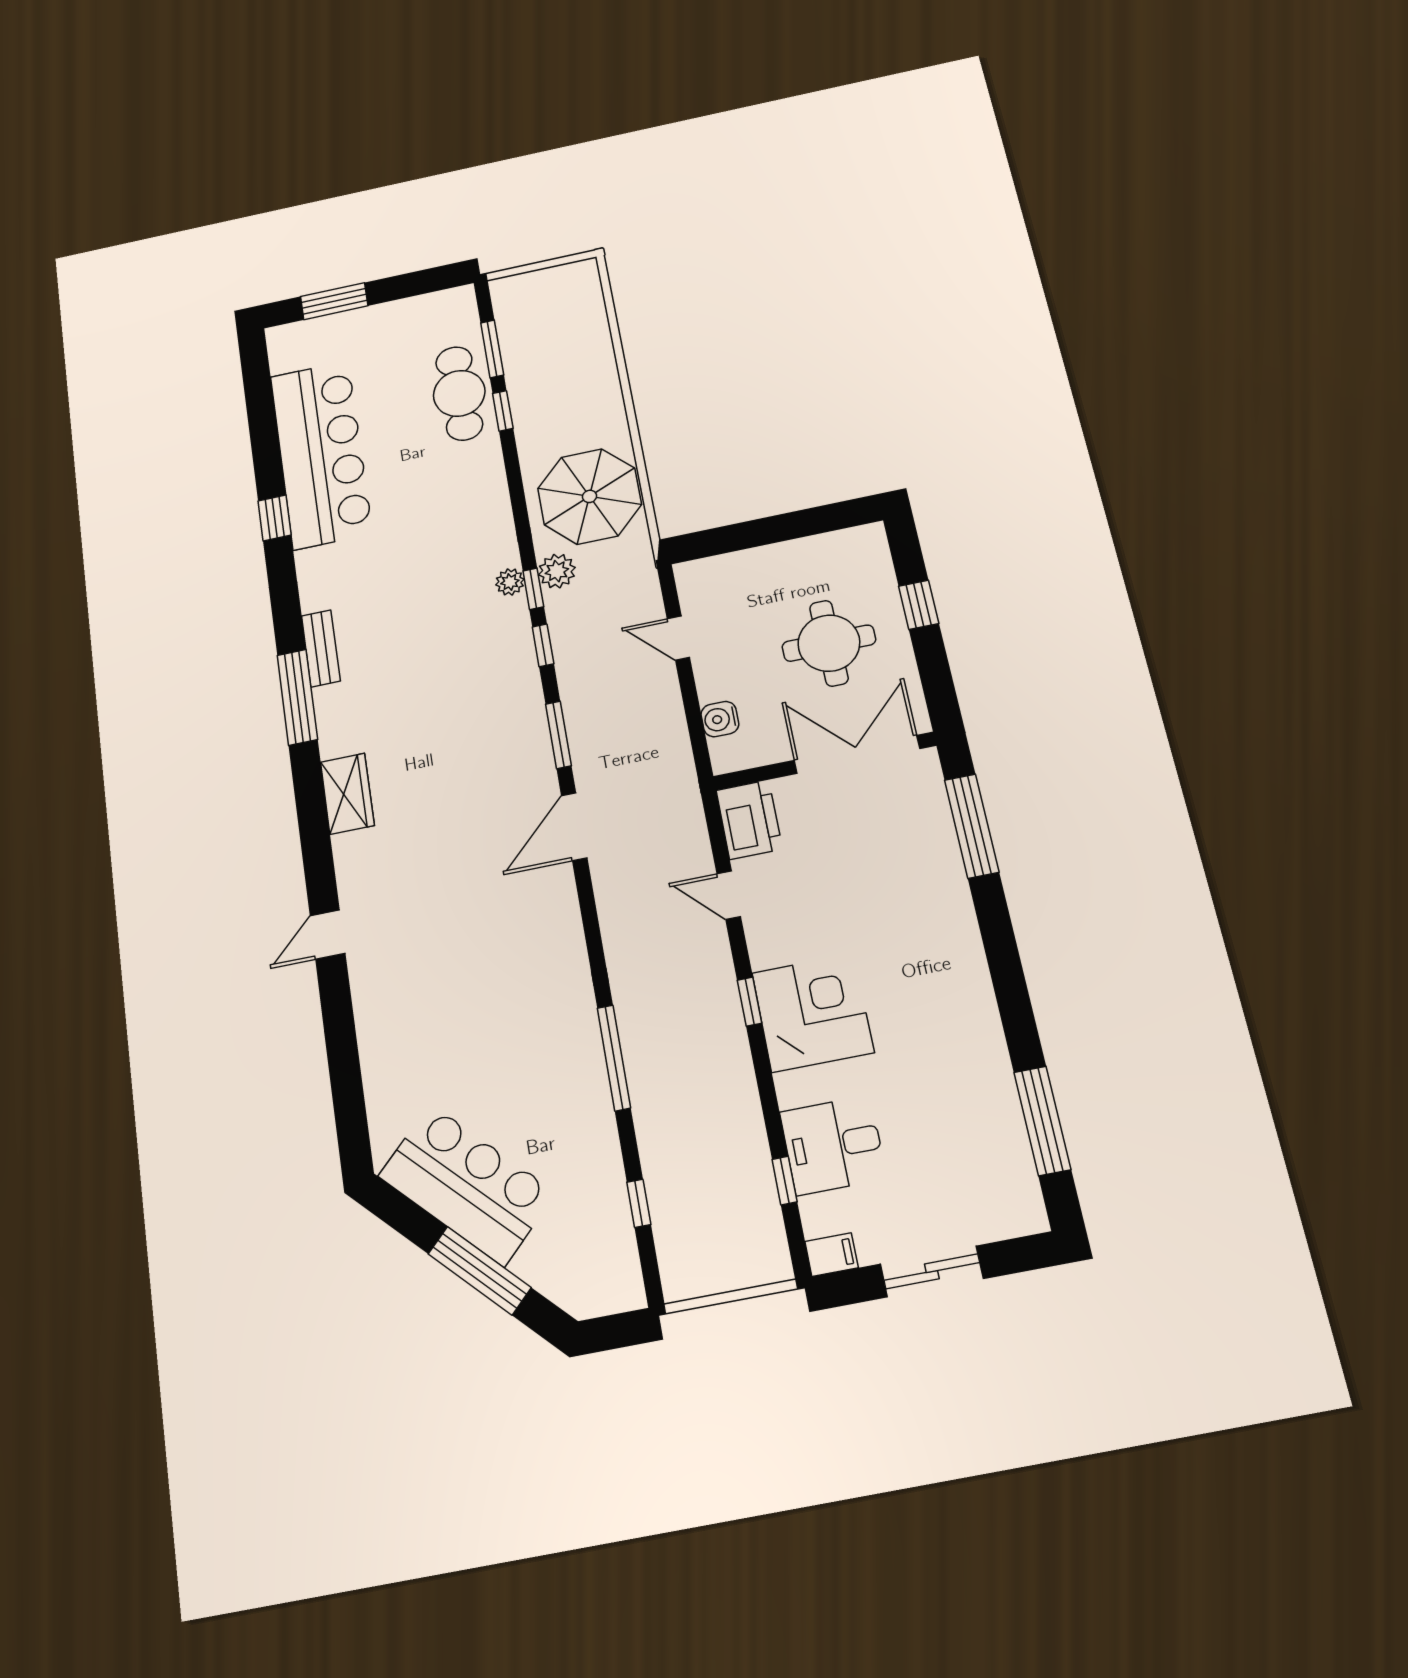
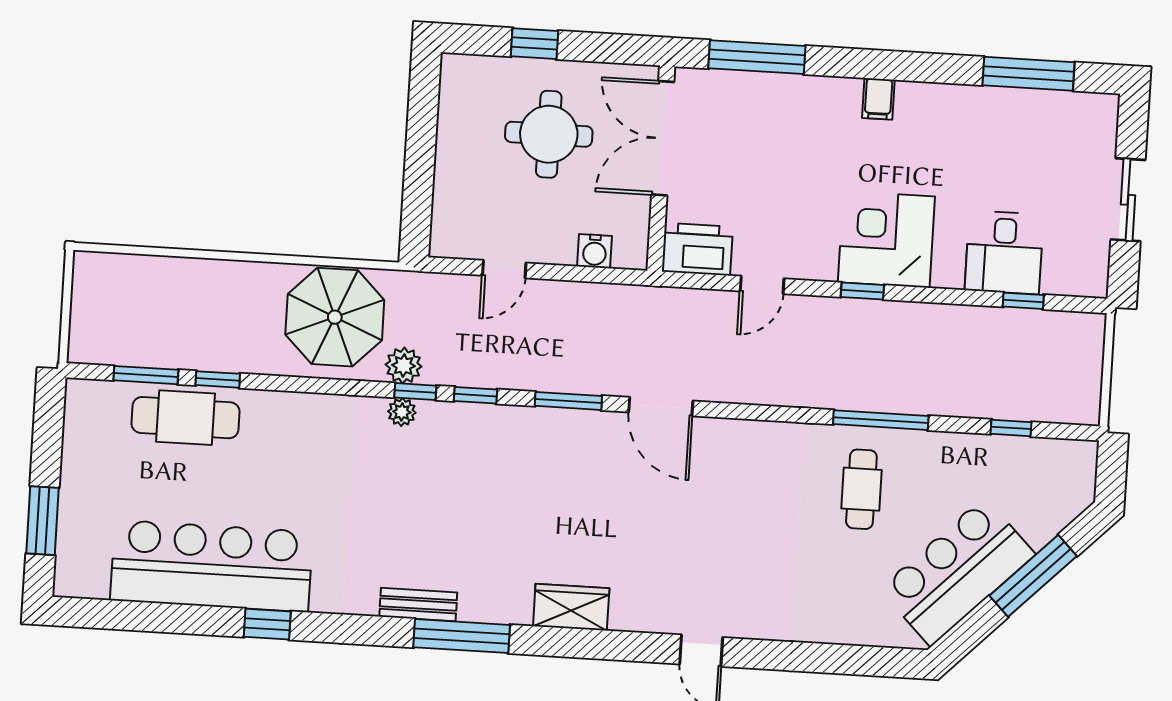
cafe table: (534, 1057) -> (861, 489), added
filing cabinet: (832, 1255) -> (878, 99), moved, turned 180

